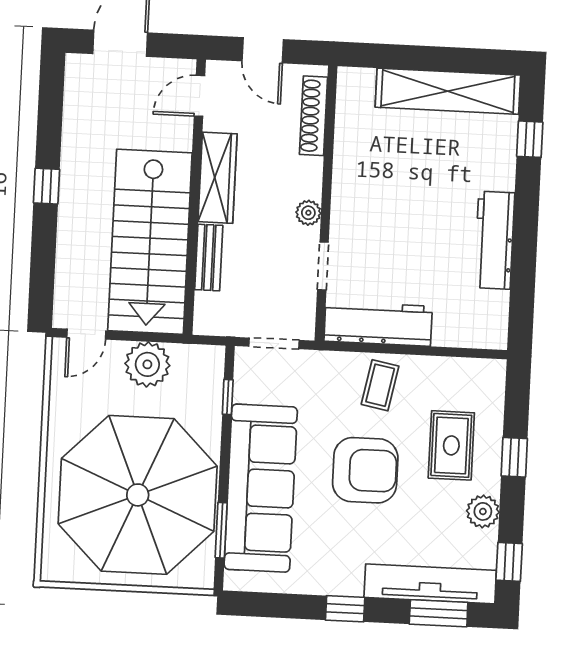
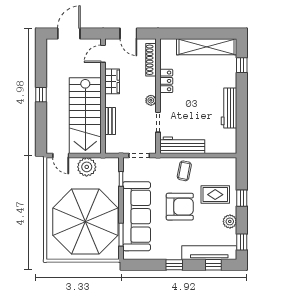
locker: (347, 168) -> (166, 81), added
wardrobe: (217, 178) -> (112, 81), width x0.67
door: (86, 334) -> (61, 156), hinge flipped
rug: (451, 445) -> (215, 195), turned 90
window: (439, 613) -> (213, 265), width x0.67

